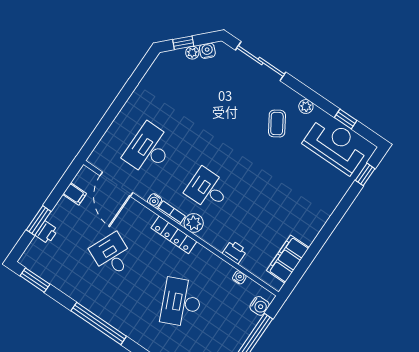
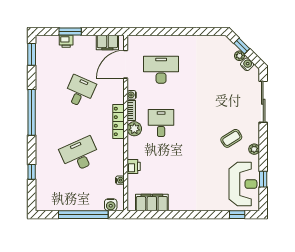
filing cabinet: (75, 194) -> (107, 43), width x2.00

